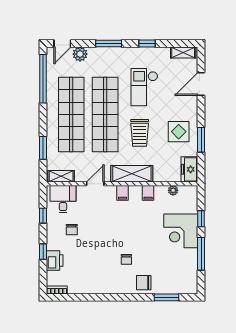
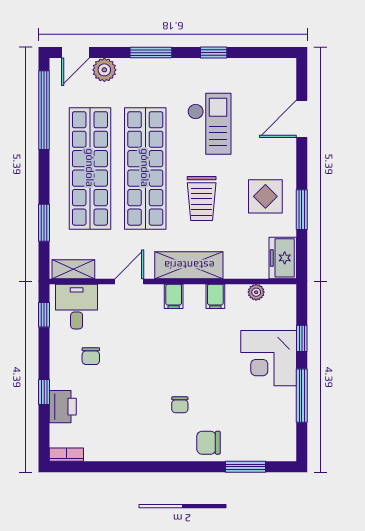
shelving: (183, 52) -> (273, 67), removed
checkout: (144, 87) -> (209, 124), turned 180
window: (43, 216) -> (44, 315), moved

